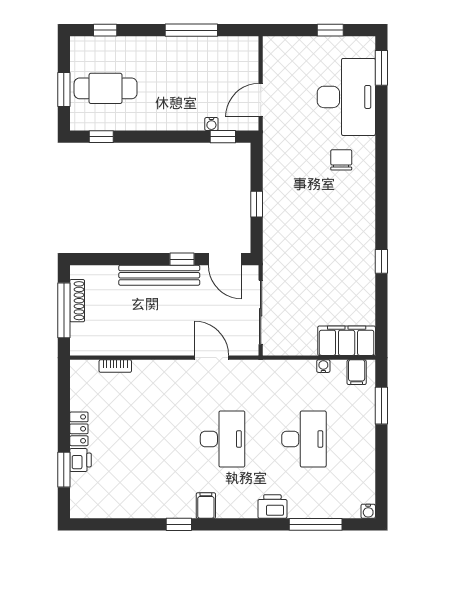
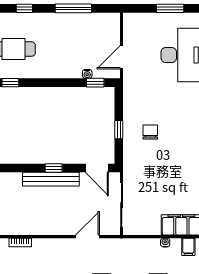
window: (105, 30) -> (24, 8), moved
window: (330, 30) -> (170, 8), width x1.50
chair: (341, 160) -> (150, 132), moved
window: (182, 259) -> (54, 168), moved
door: (212, 358) -> (87, 237), hinge flipped

